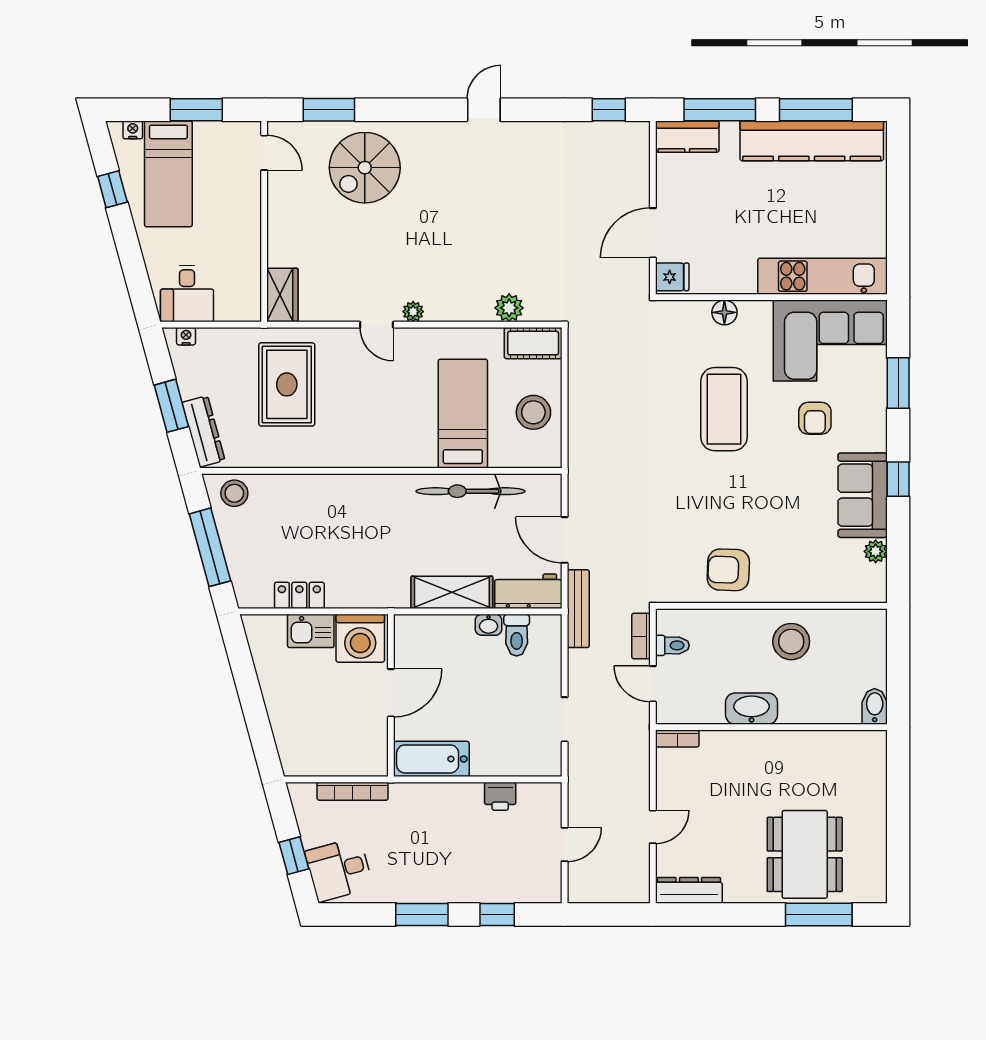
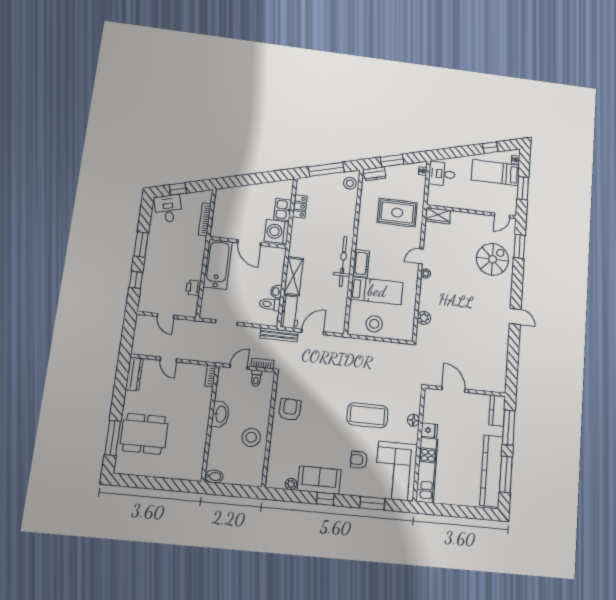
window: (609, 110) -> (512, 375), removed
spiral stairs: (365, 168) -> (493, 259), turned 90
fridge: (672, 277) -> (429, 430), moved, turned -90
cot: (533, 343) -> (361, 263), moved
dresser: (203, 431) -> (375, 174), width x0.70
bicycle: (470, 491) -> (343, 261), moved
bathtub: (431, 759) -> (218, 264), width x1.36, depth x1.36

